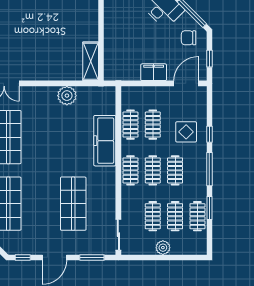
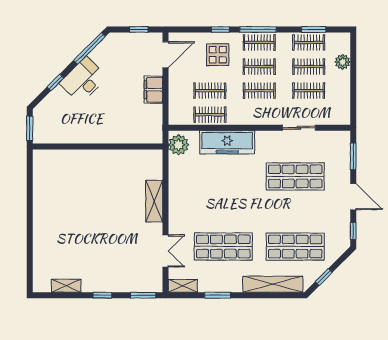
chair: (189, 38) -> (116, 52), removed
shelving: (91, 61) -> (154, 201), moved, turned 90
door: (186, 83) -> (165, 55), swing flipped
plant: (67, 96) -> (179, 145), moved
clothes rail: (130, 170) -> (259, 43), moved
window: (209, 208) -> (314, 30), moved
sliding door: (118, 235) -> (299, 128), moved
plant: (163, 248) -> (343, 62), moved

